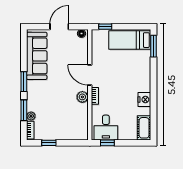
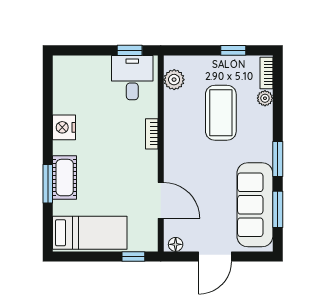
window: (154, 46) -> (48, 184), moved
door: (90, 75) -> (161, 200), moved
plant: (82, 97) -> (174, 80), moved
coffee table: (56, 108) -> (221, 113), added
window: (24, 110) -> (278, 209), moved
cot: (144, 128) -> (65, 178), moved

